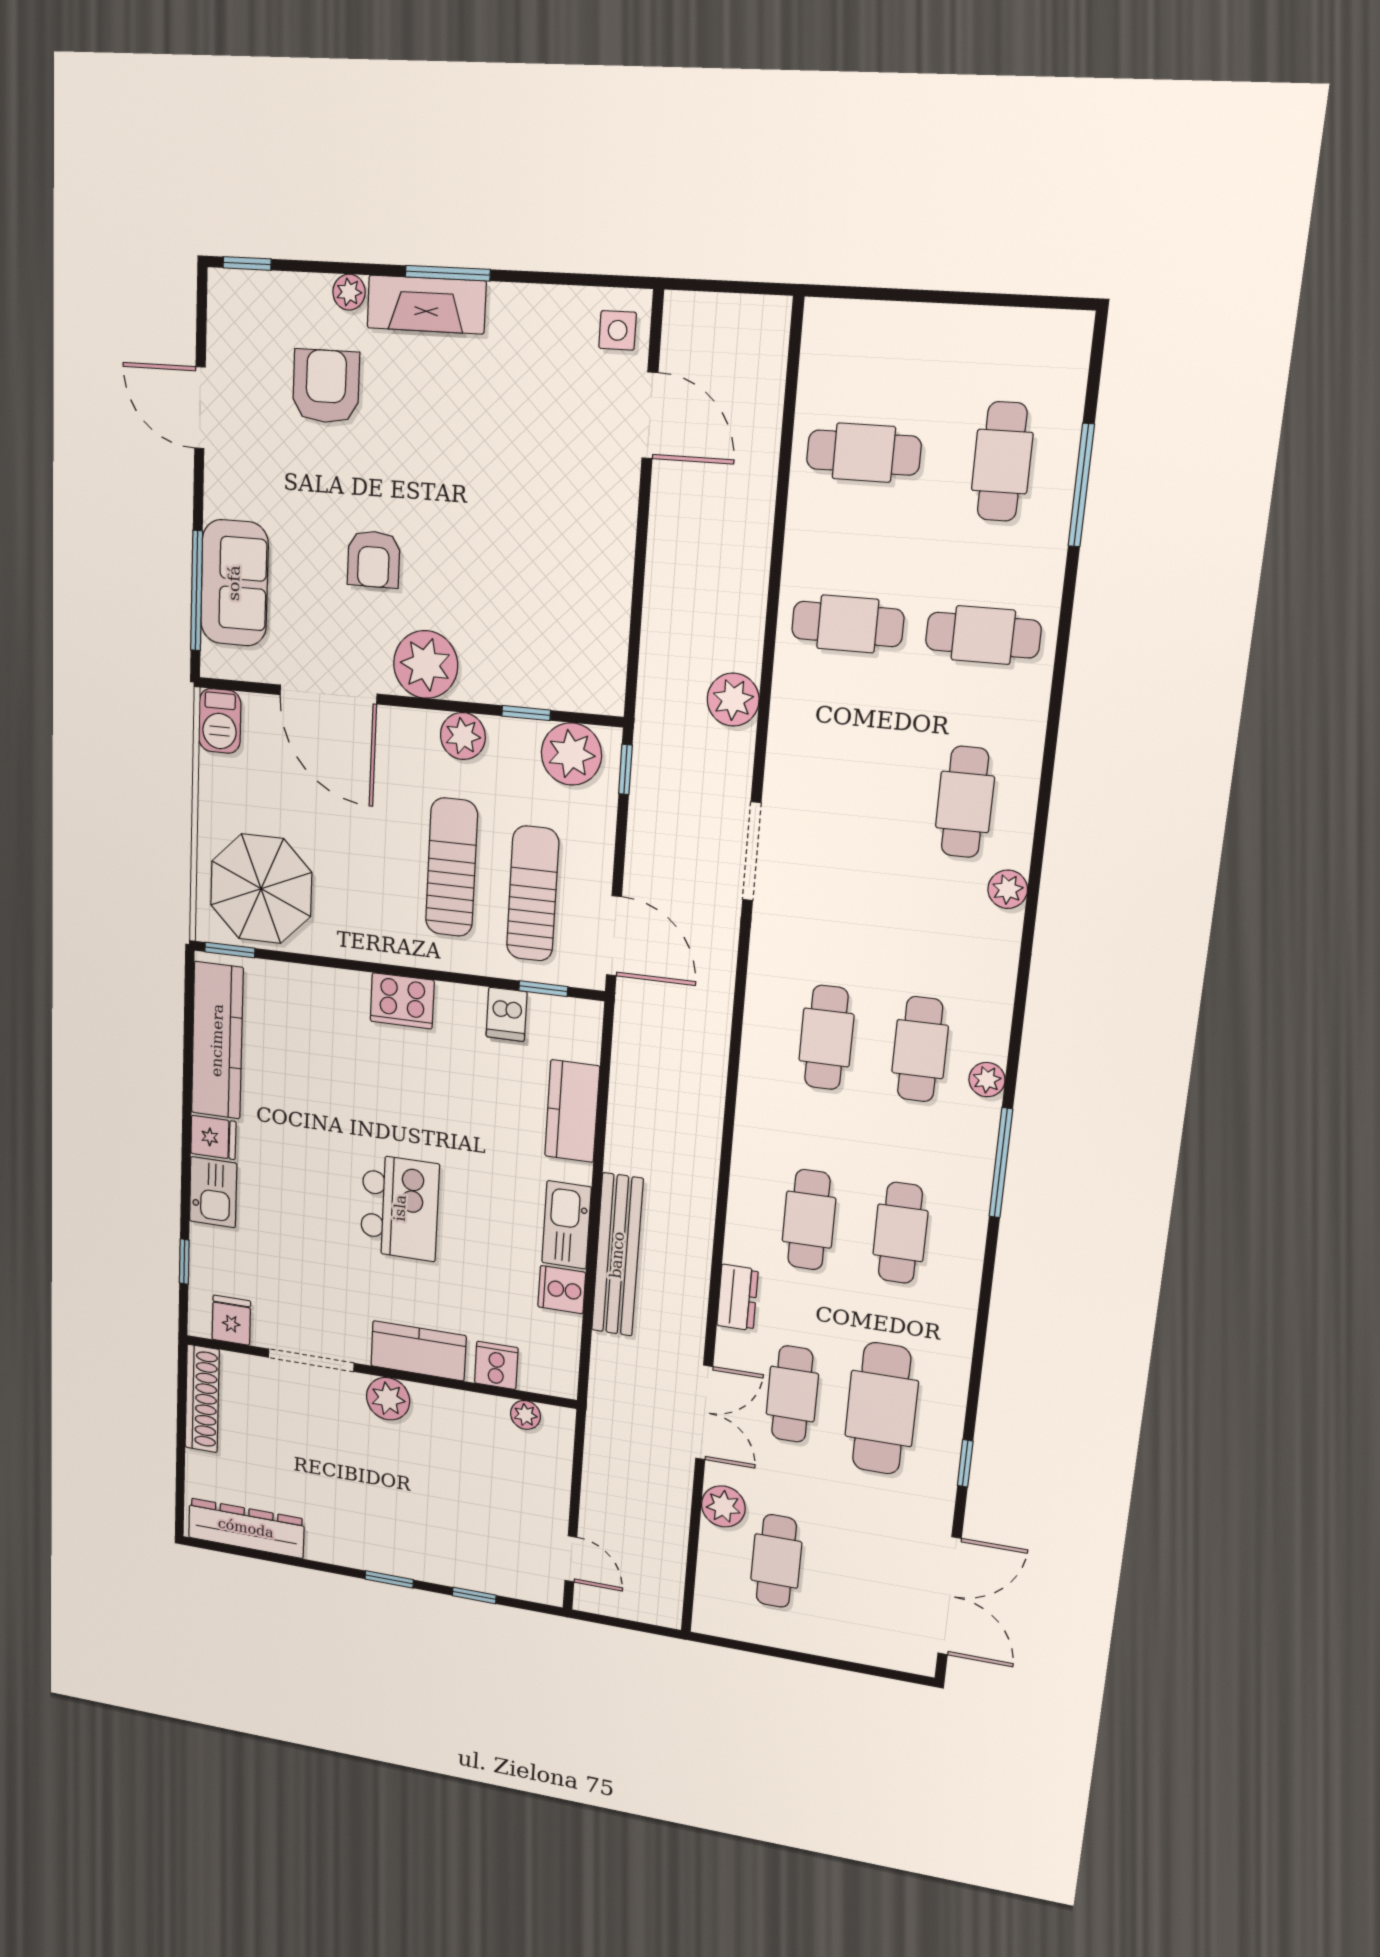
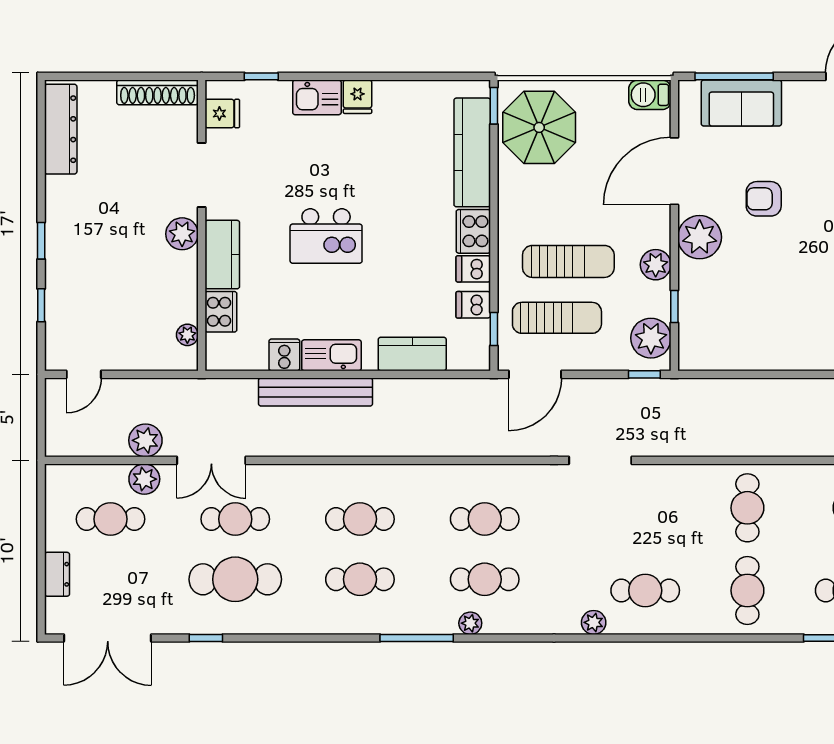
plant: (733, 700) -> (145, 440), moved
dishwasher: (455, 1008) -> (473, 269), added
kitchen counter: (217, 1040) -> (472, 152), moved, turned 90
dresser: (737, 1297) -> (57, 574), moved, turned -90
cooker: (496, 1365) -> (221, 312), width x1.36

